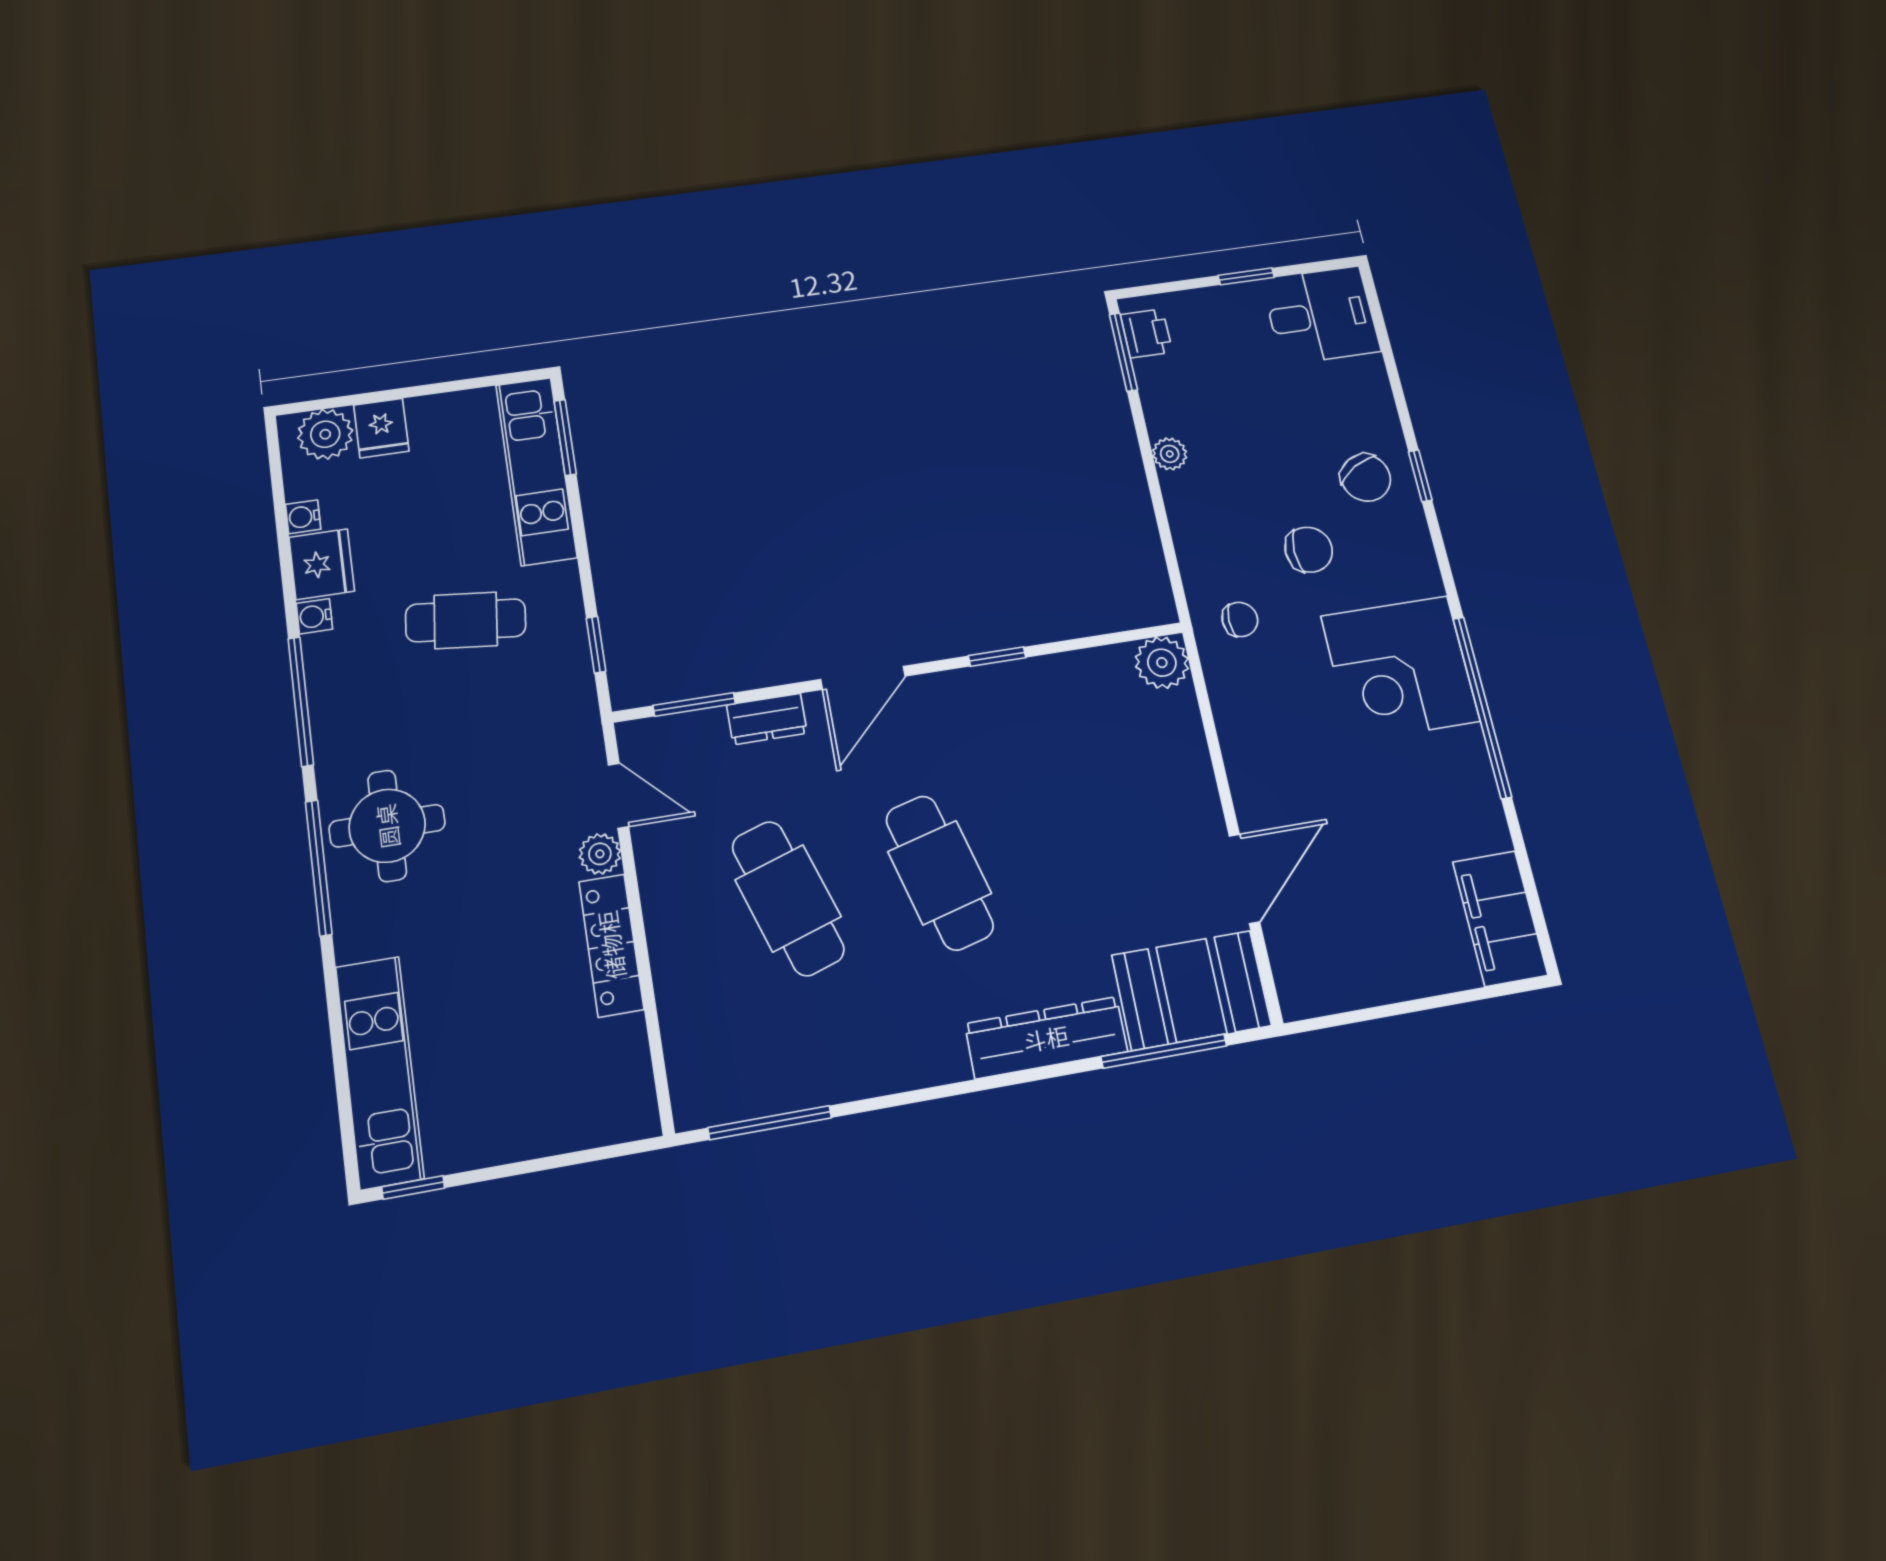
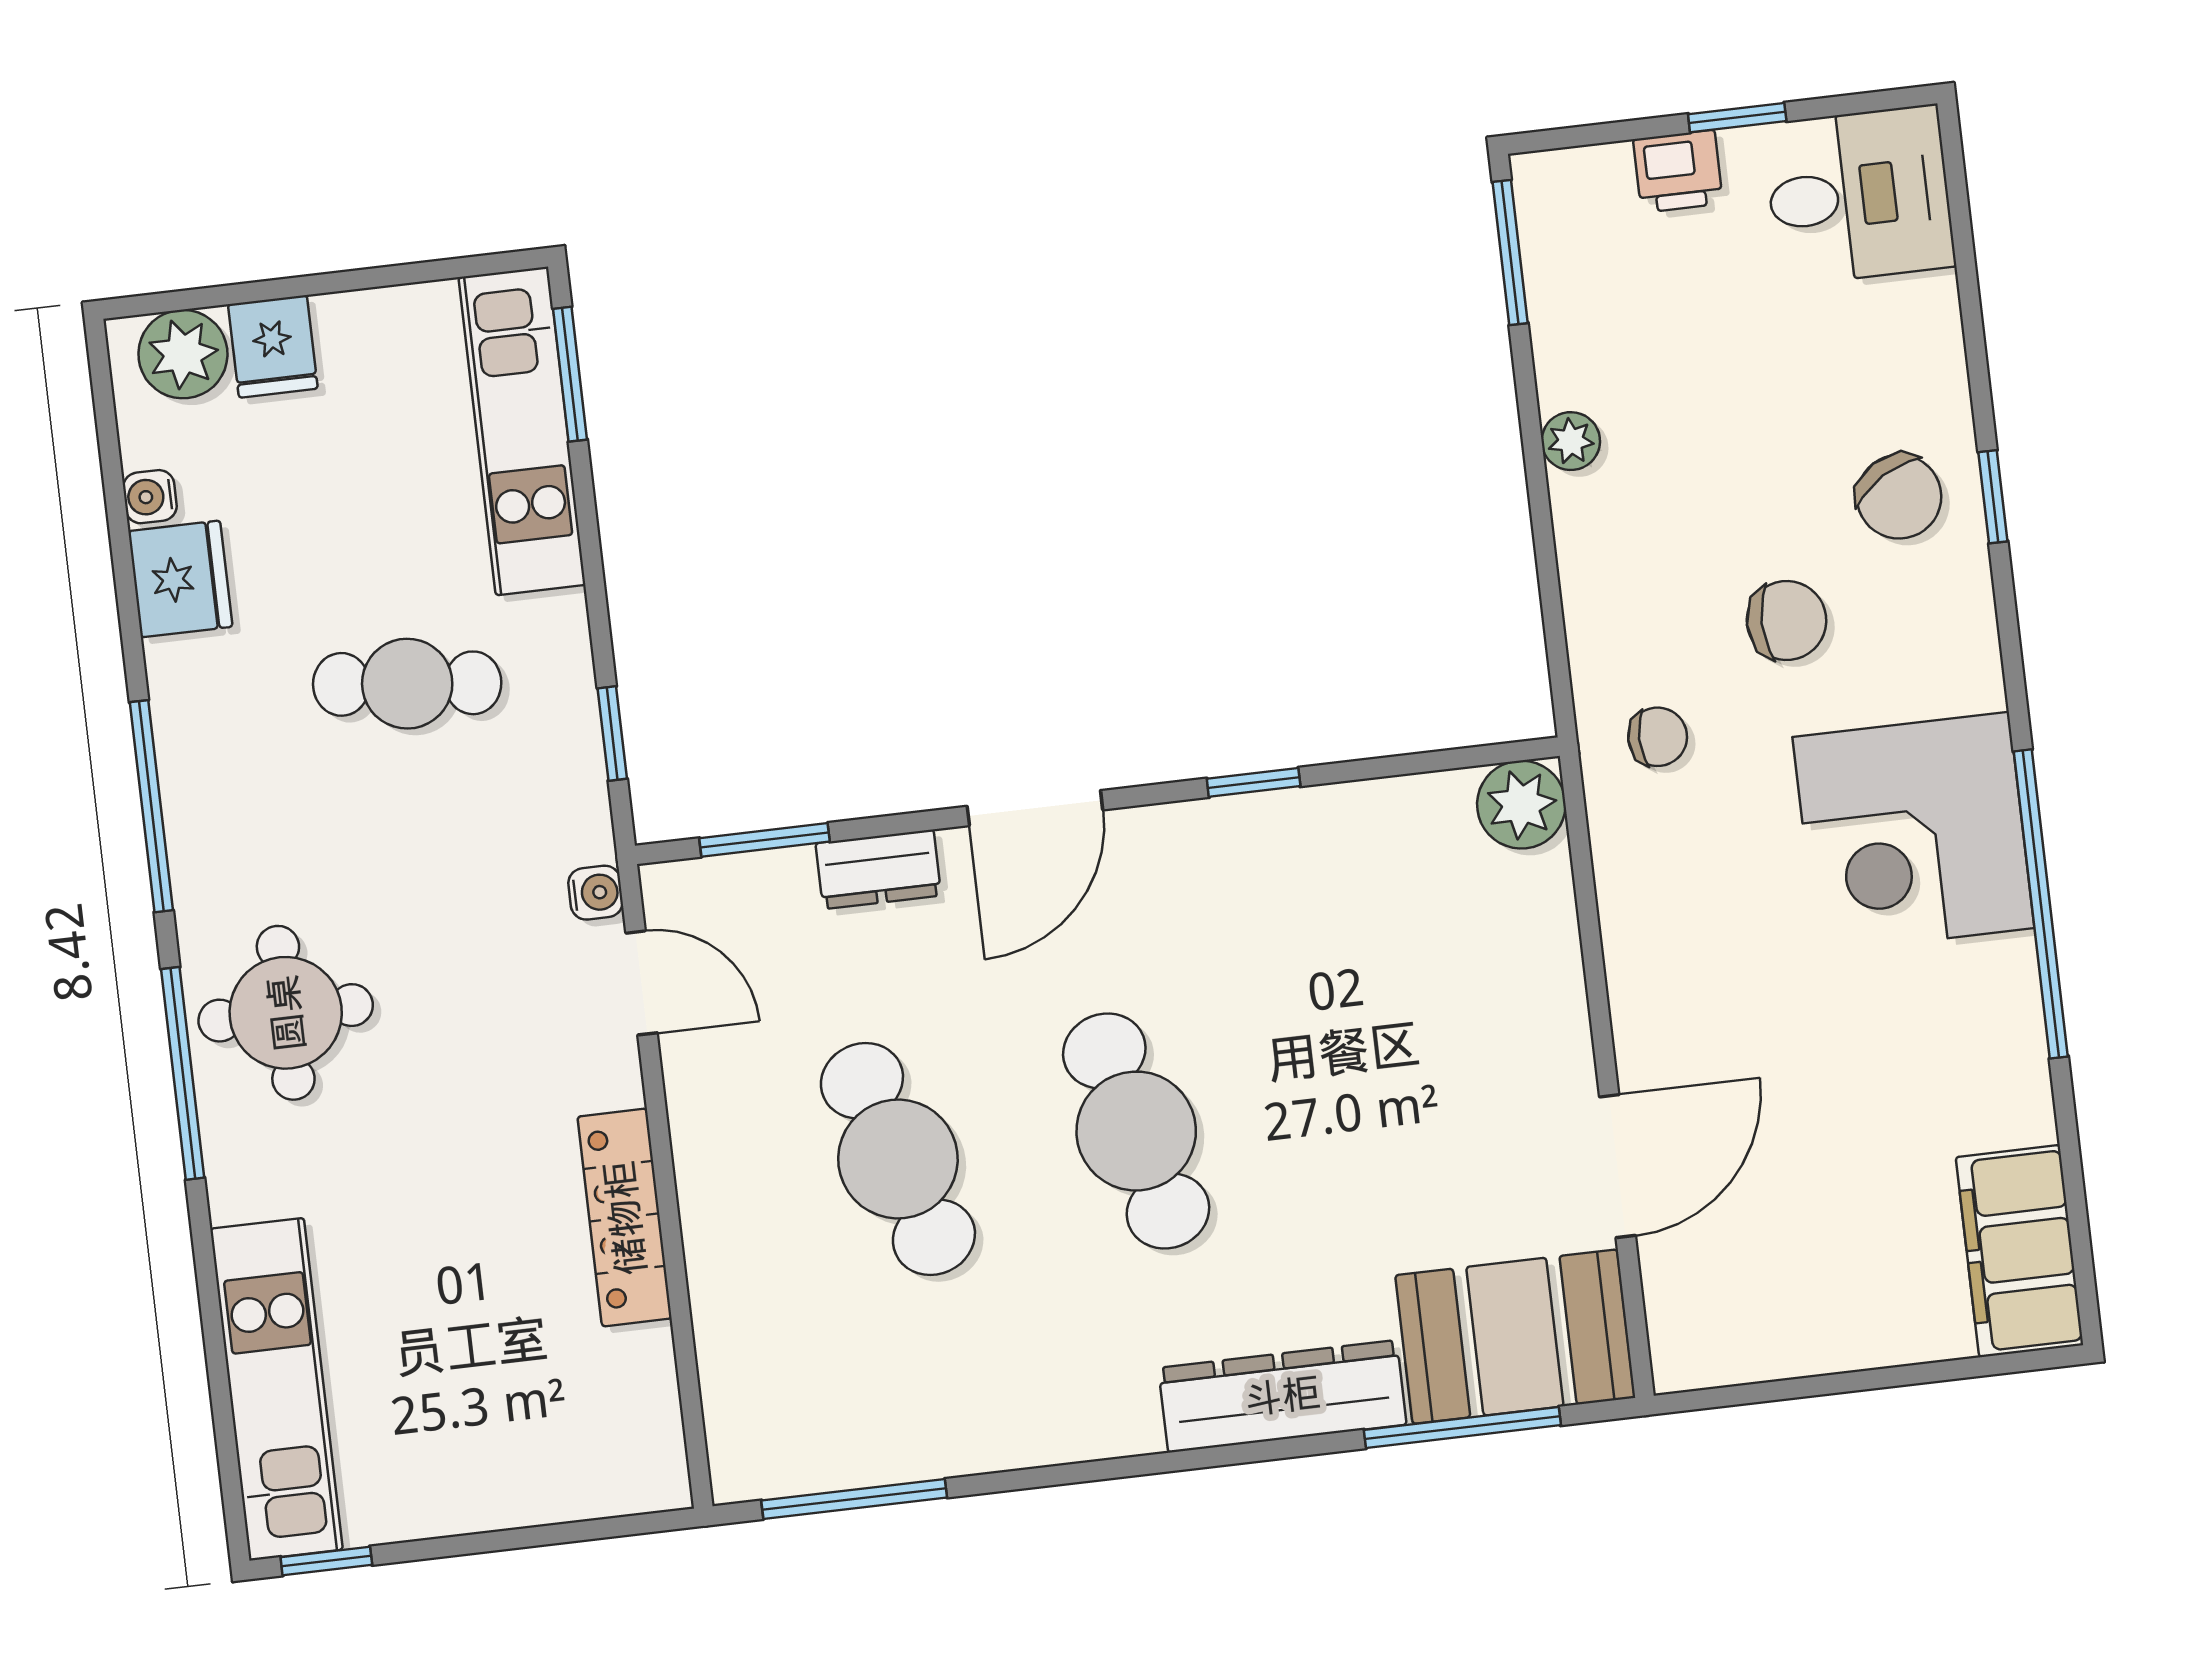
printer: (1146, 333) -> (1678, 171), moved, turned 90
water cooler: (314, 616) -> (596, 893), moved, turned 180
plant: (600, 854) -> (611, 1074), removed

